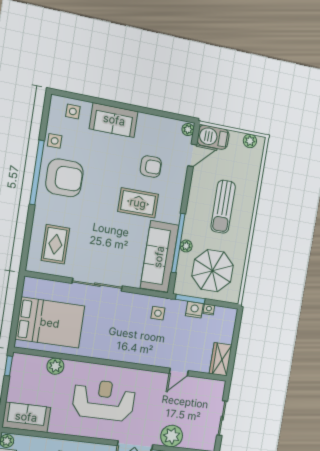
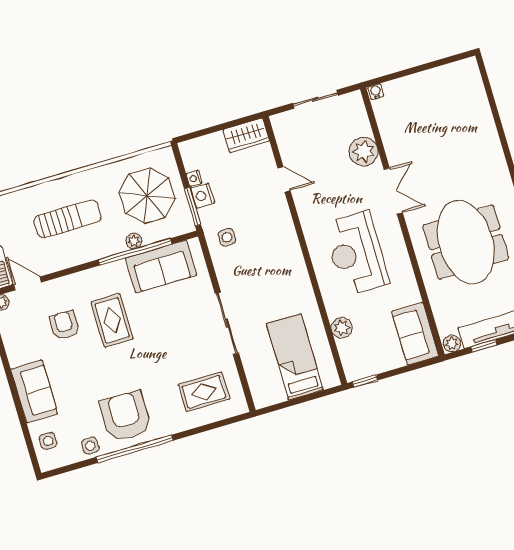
sofa: (159, 257) -> (161, 267), width x0.73
bed: (50, 323) -> (295, 357), width x0.67

